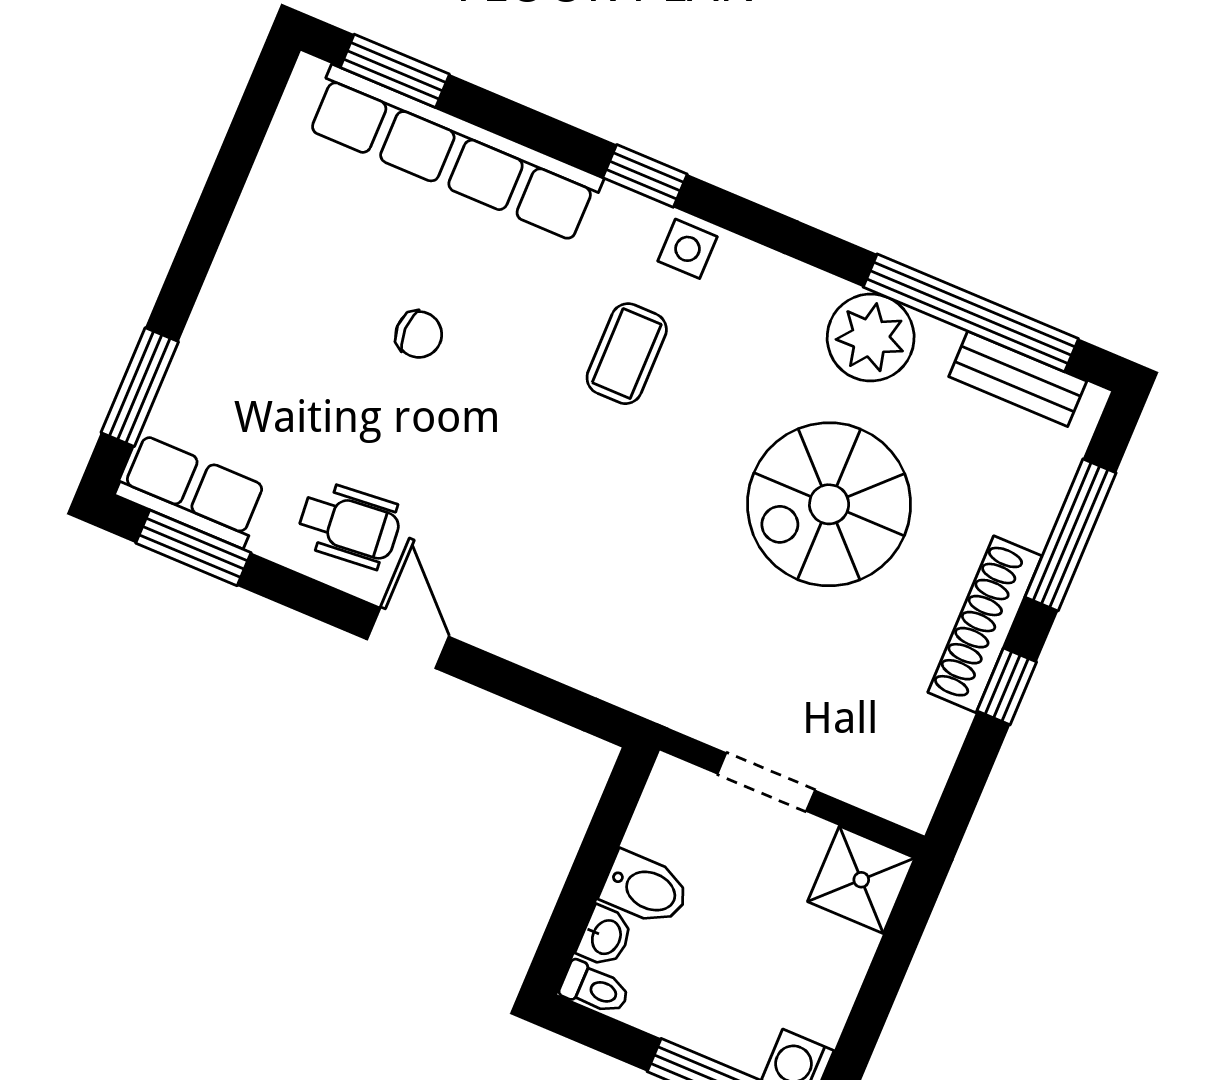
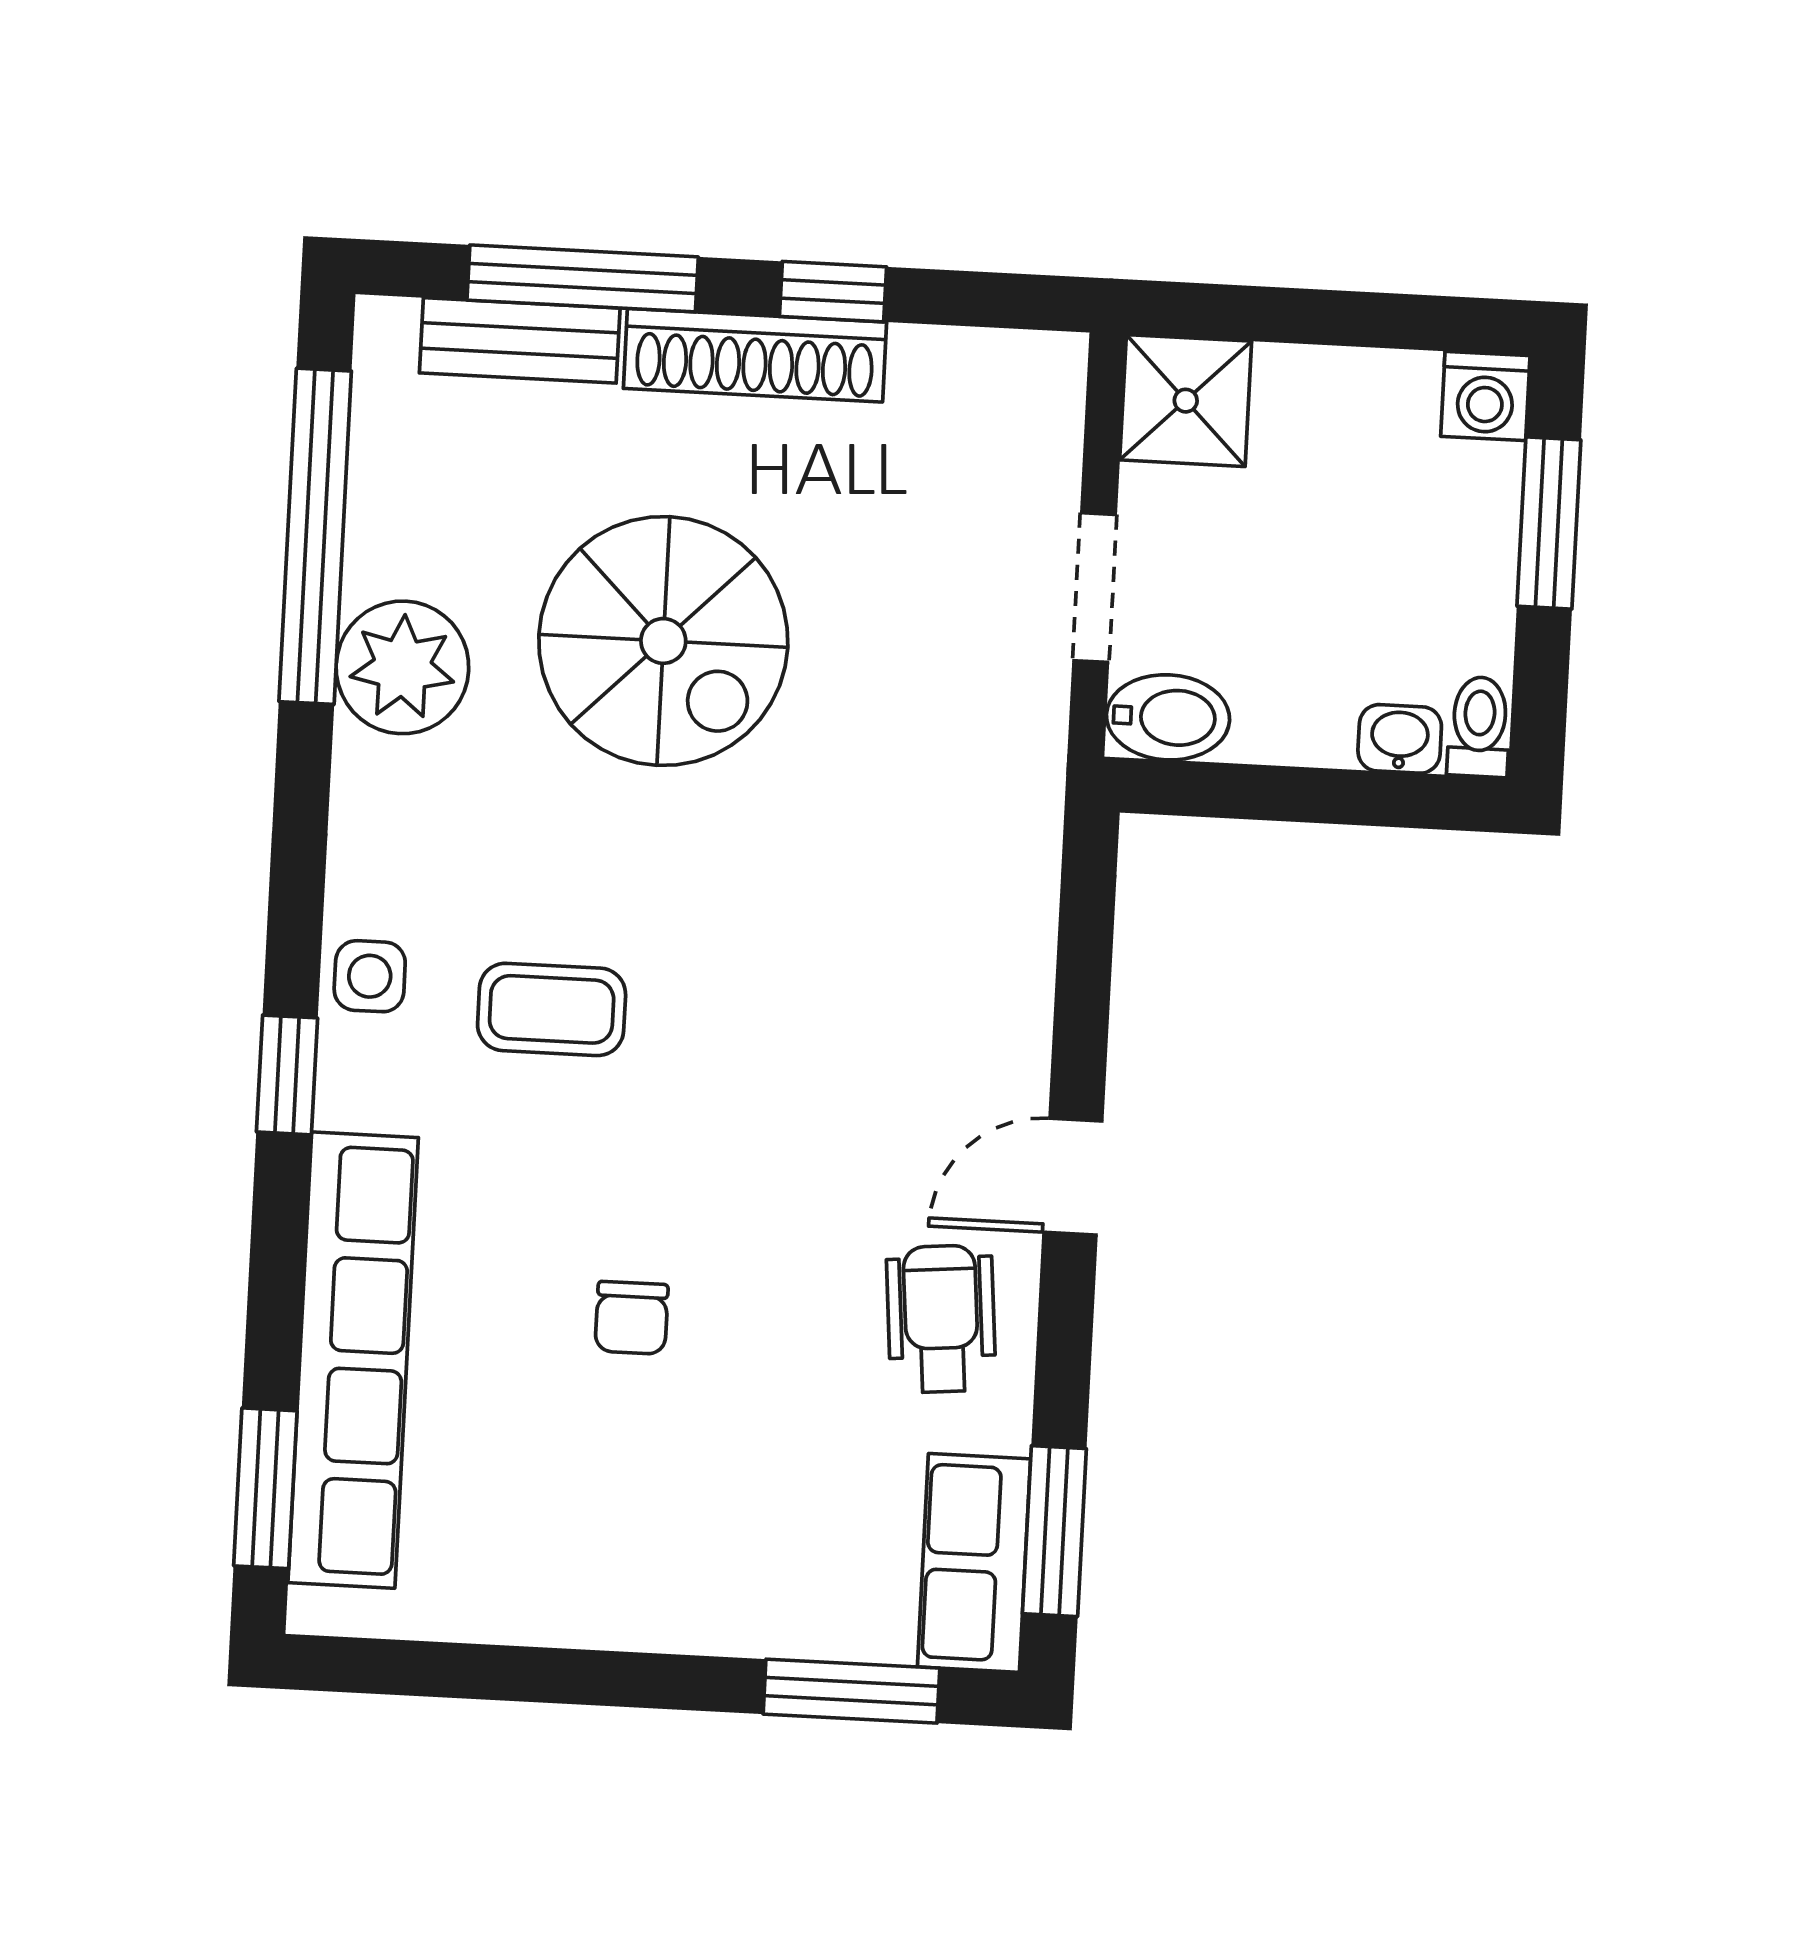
chair: (419, 334) -> (632, 1318), turned 180
bench: (1018, 379) -> (520, 340), moved, turned 90
bidet: (645, 889) -> (1168, 717), moved, turned 90

